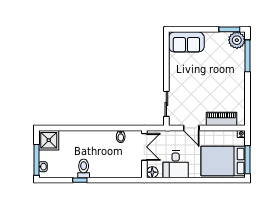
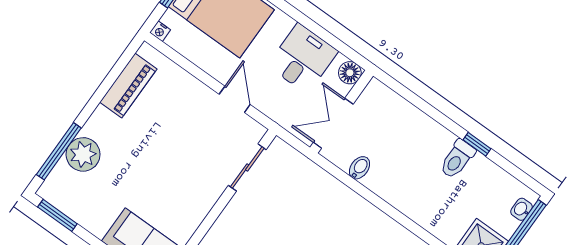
plant: (237, 40) -> (83, 154), moved
piano: (222, 119) -> (128, 86), moved, turned -90

